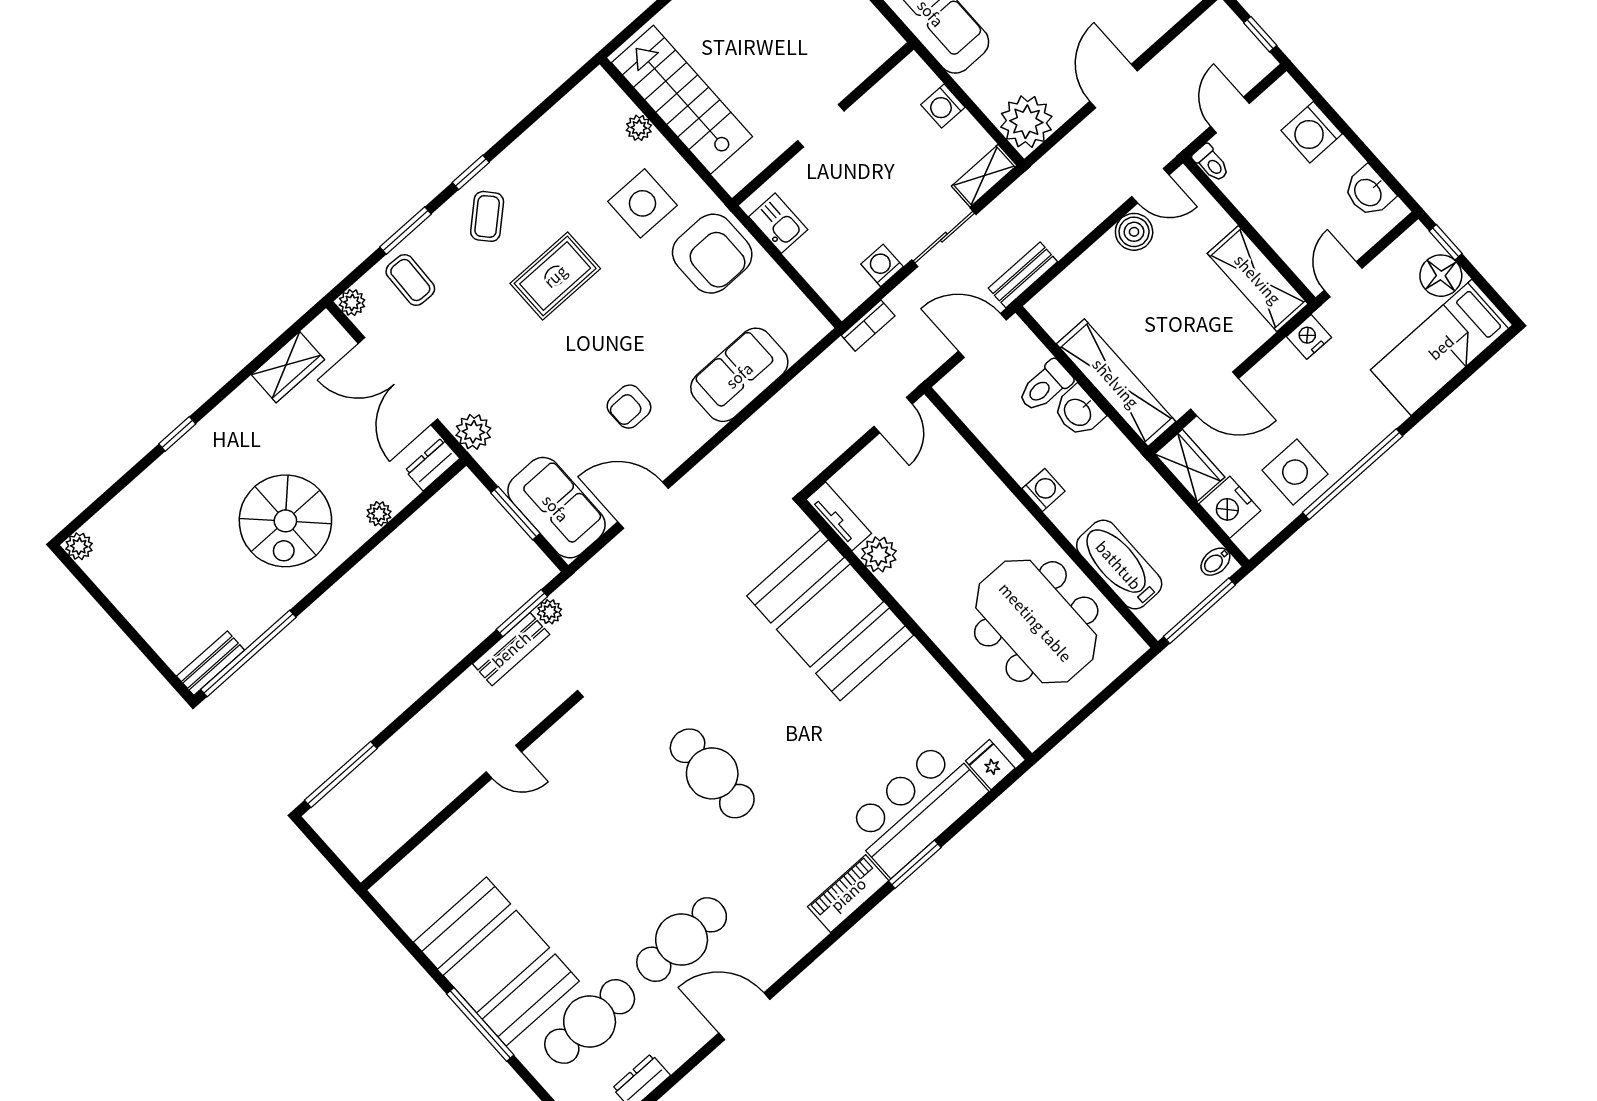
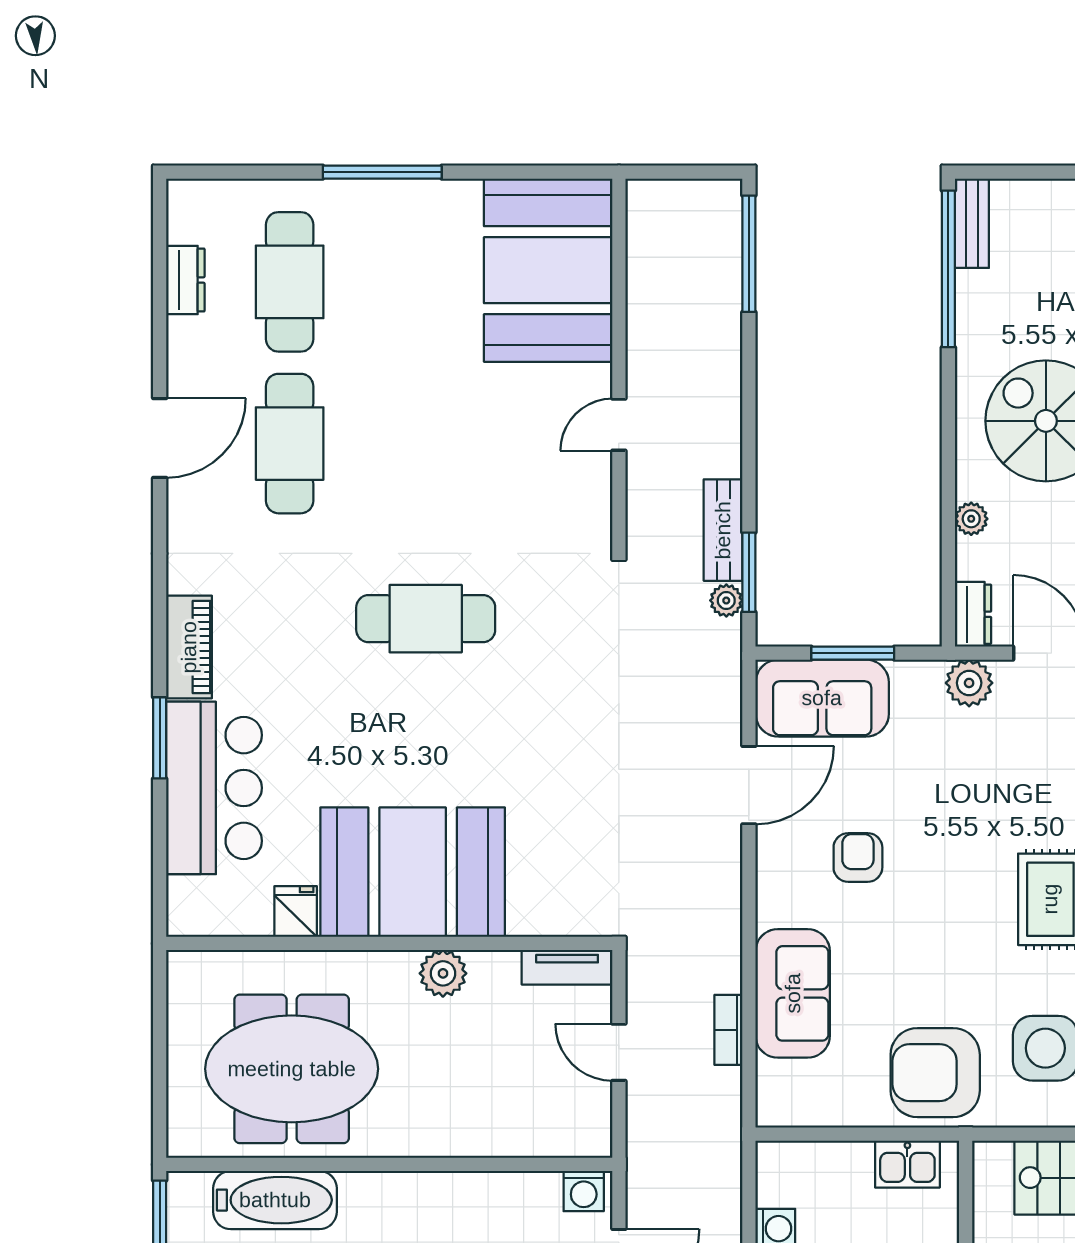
bookcase: (868, 326) -> (728, 1030), moved
door: (893, 415) -> (619, 1052), moved
washing machine: (1044, 490) -> (584, 1191), moved
plant: (879, 554) -> (443, 973), moved
booth: (830, 615) -> (413, 872), moved
fridge: (990, 765) -> (296, 912), moved, turned -90
booth: (496, 962) -> (548, 270), moved, turned 90

